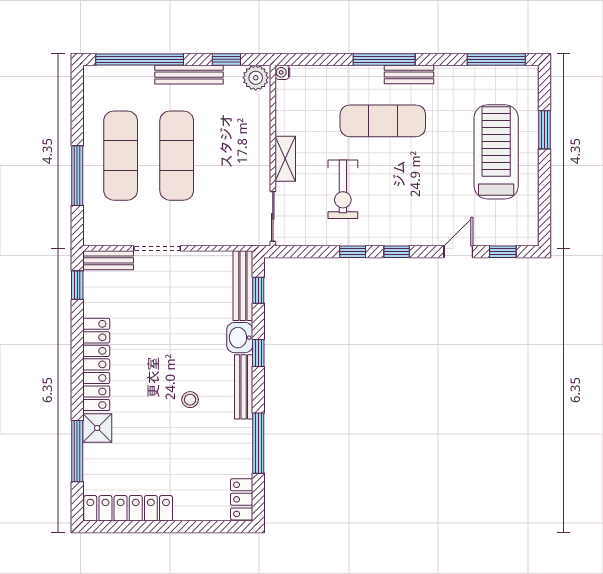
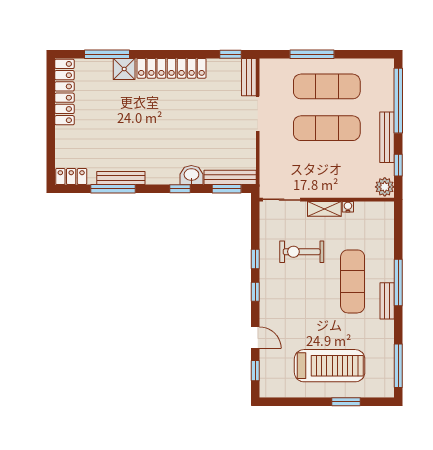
water cooler: (282, 72) -> (348, 207), moved
window: (258, 290) -> (227, 189), width x1.50
bench: (244, 387) -> (121, 178), moved
stool: (190, 400) -> (145, 138), removed

